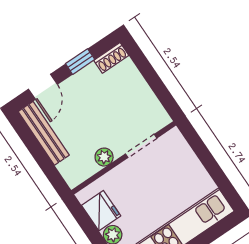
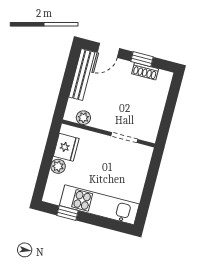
shoe rack: (111, 58) -> (145, 71), moved
plant: (104, 157) -> (83, 118), moved

